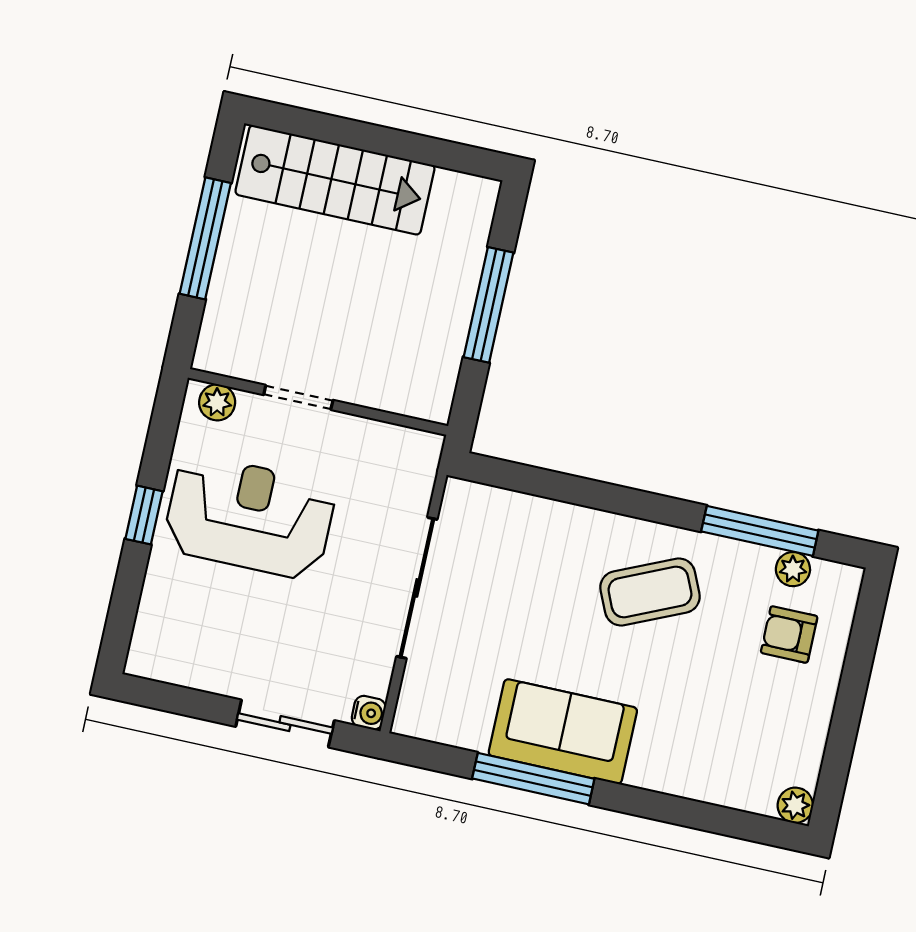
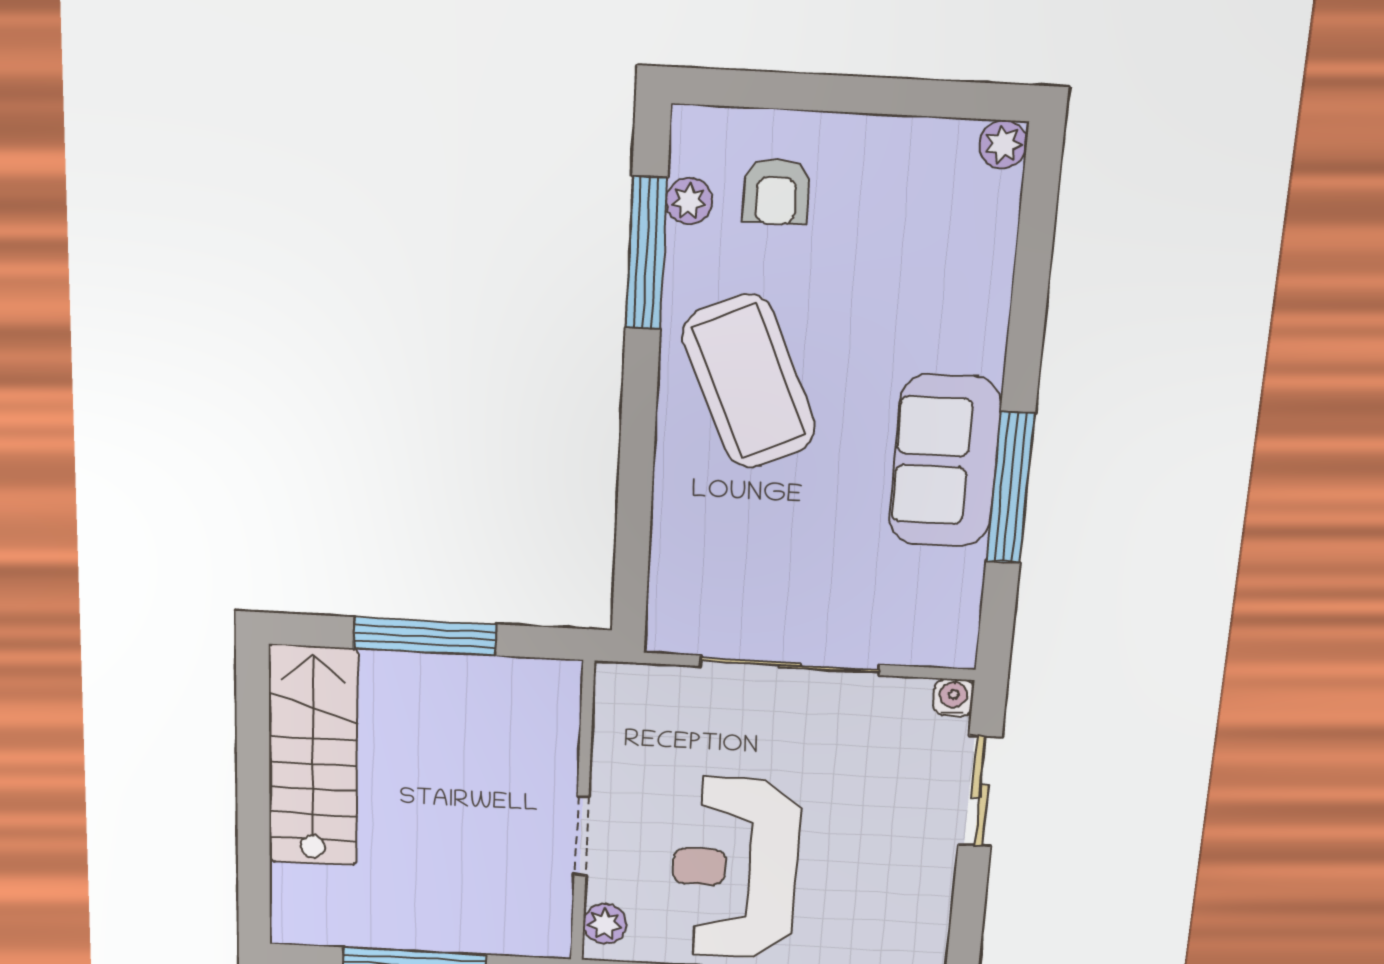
stairs: (335, 180) -> (313, 756), moved
coffee table: (650, 592) -> (749, 381), width x1.36, depth x1.32

